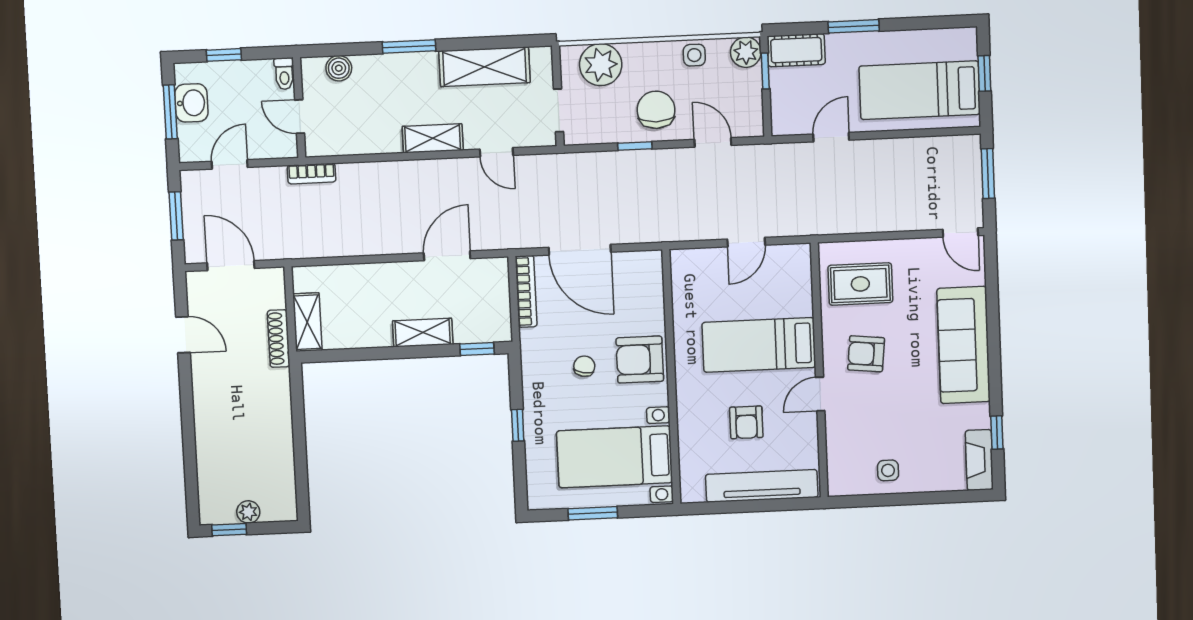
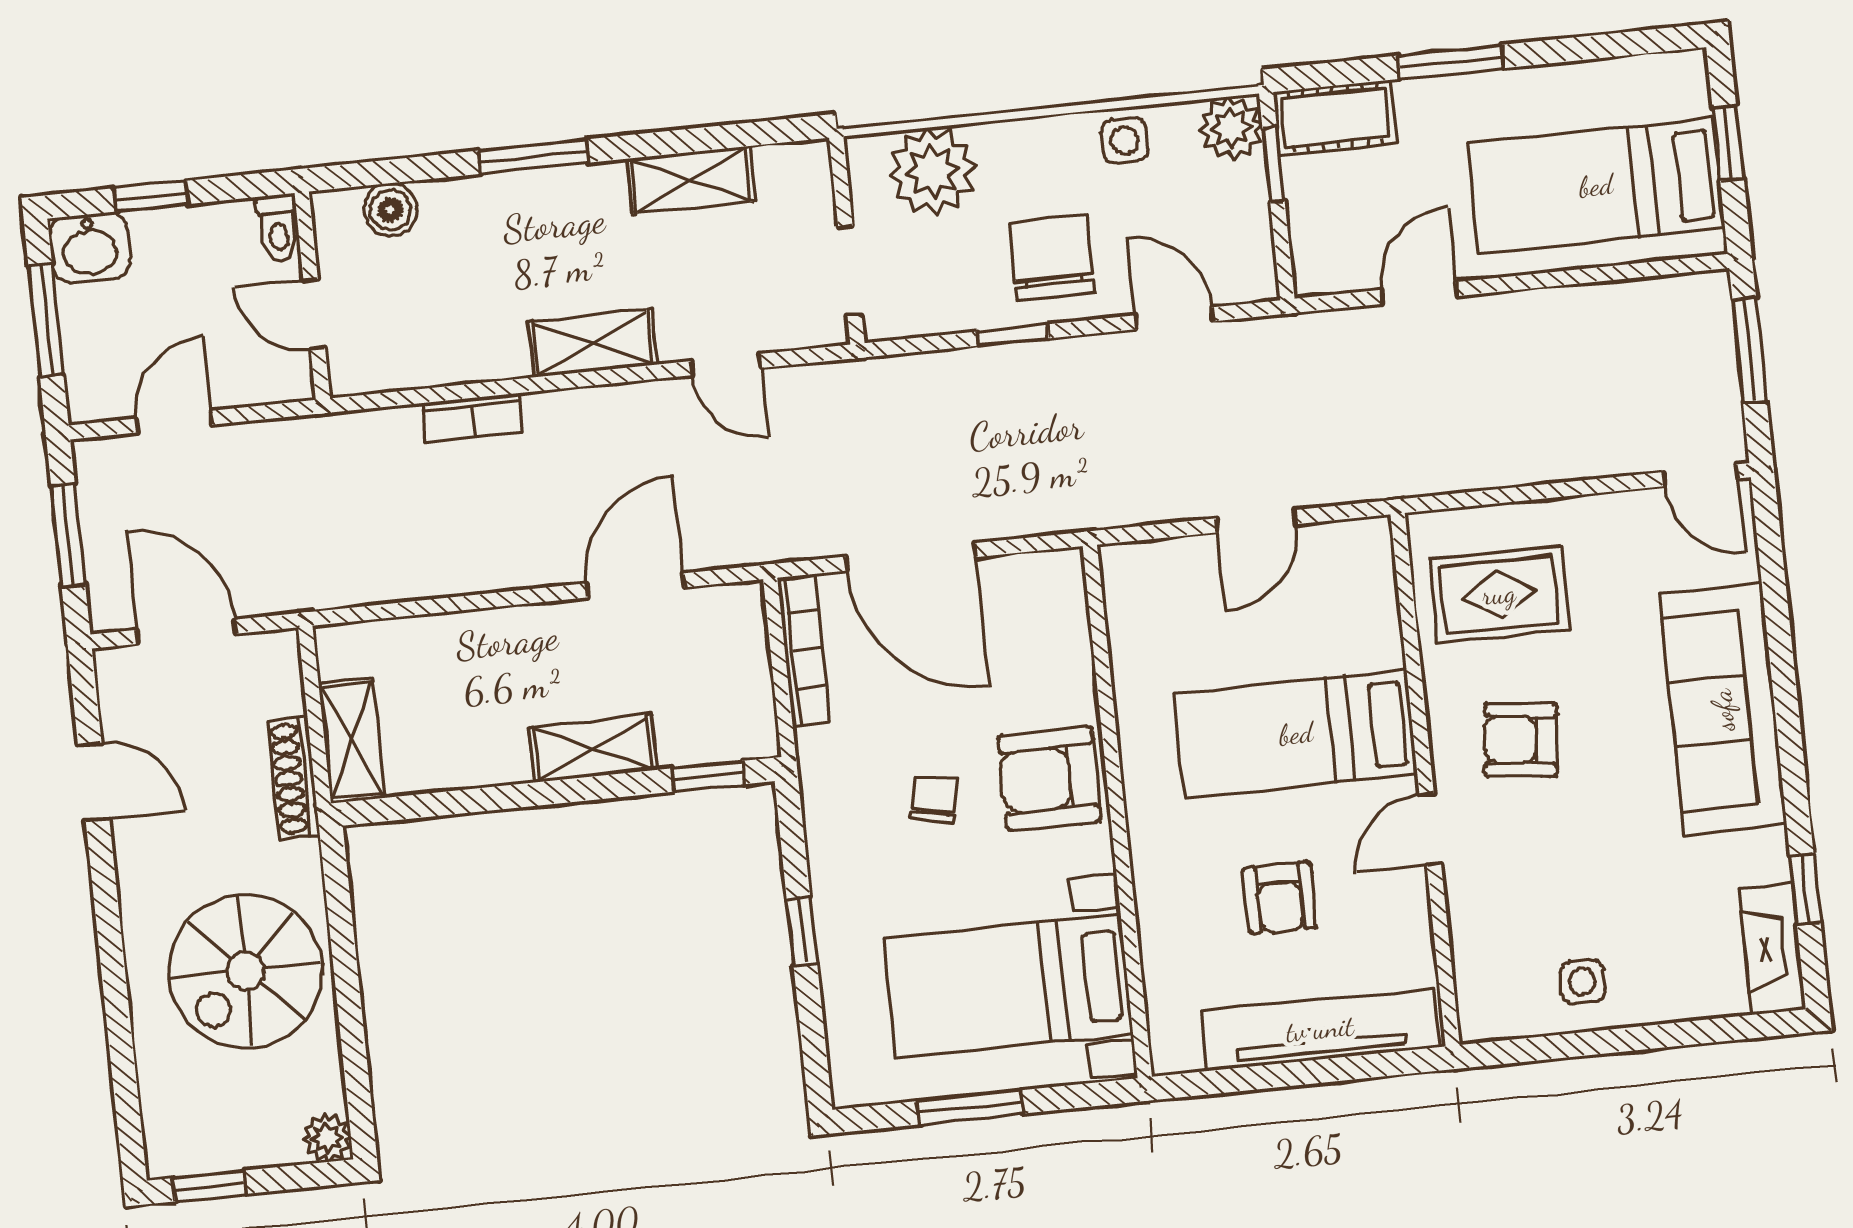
shelving: (485, 67) -> (691, 180), width x0.67, depth x0.75
washbasin: (191, 103) -> (90, 248), moved, turned 90
bookcase: (312, 174) -> (473, 418), moved
spiral stairs: (251, 429) -> (245, 971), added
plant: (248, 512) -> (327, 1138), moved

